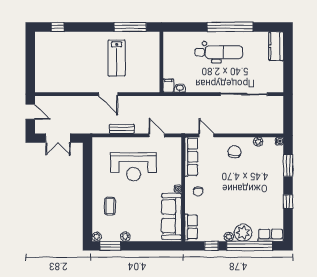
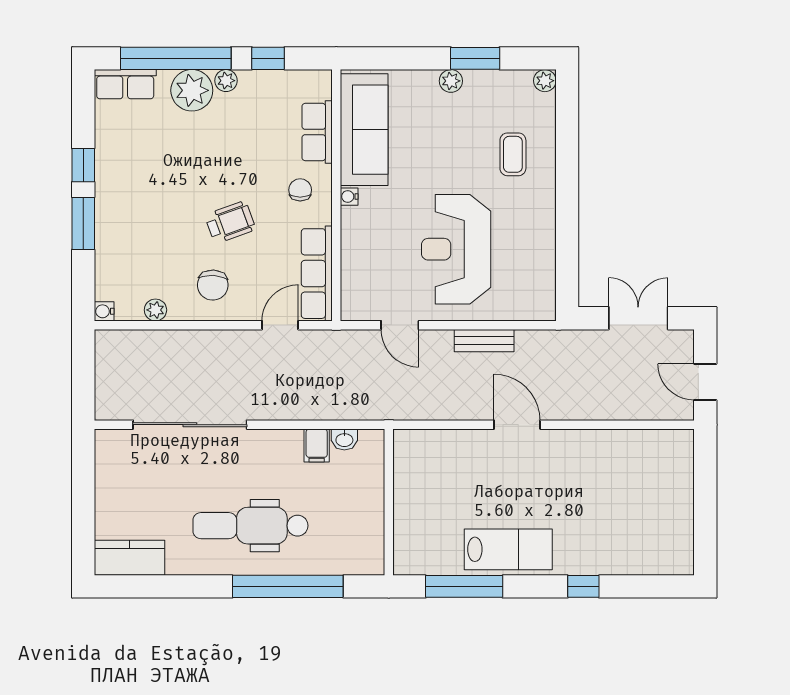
window: (58, 27) -> (583, 586), moved
window: (230, 27) -> (288, 586), moved
kitchen counter: (276, 46) -> (129, 558), moved, turned -90
lab bench: (117, 58) -> (508, 549), moved, turned 90
filing cabinet: (168, 85) -> (317, 445), moved
door: (206, 135) -> (280, 325), swing flipped
window: (288, 165) -> (83, 223), moved
reception desk: (133, 167) -> (456, 249), turned -90
wheelchair: (227, 178) -> (230, 222), added
row of seats: (191, 227) -> (317, 132), moved
plant: (125, 237) -> (451, 81), moved
window: (110, 246) -> (475, 58), moved

